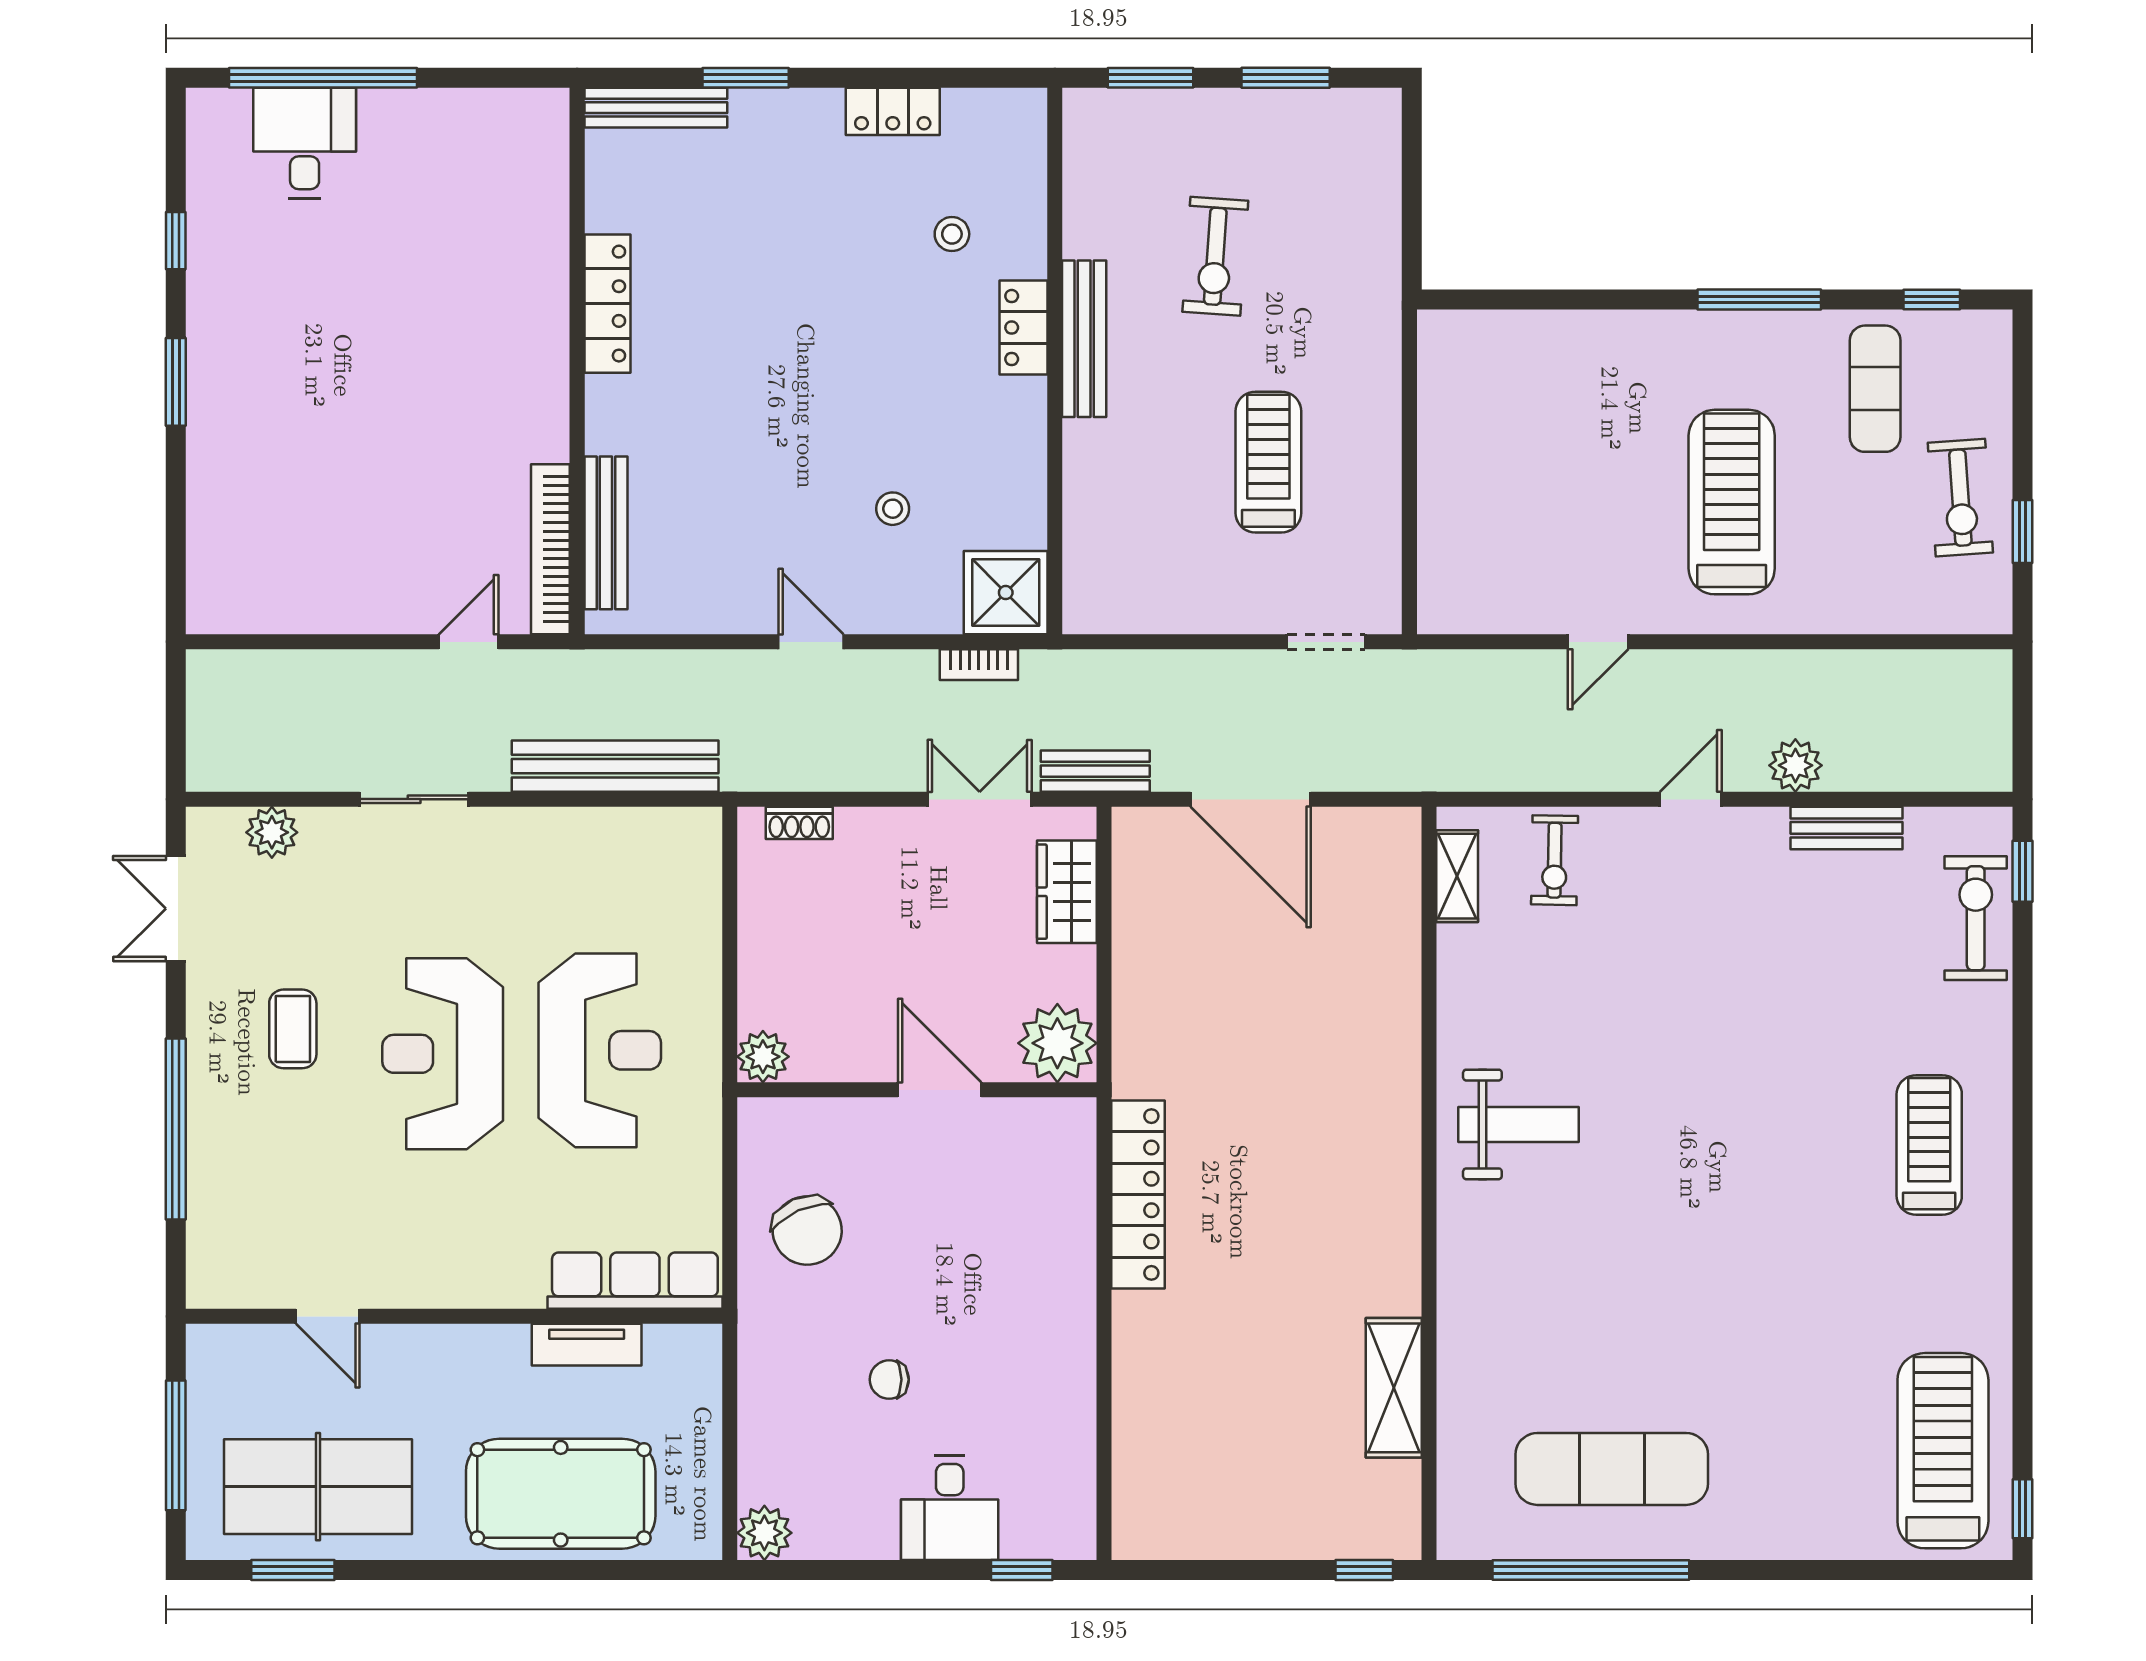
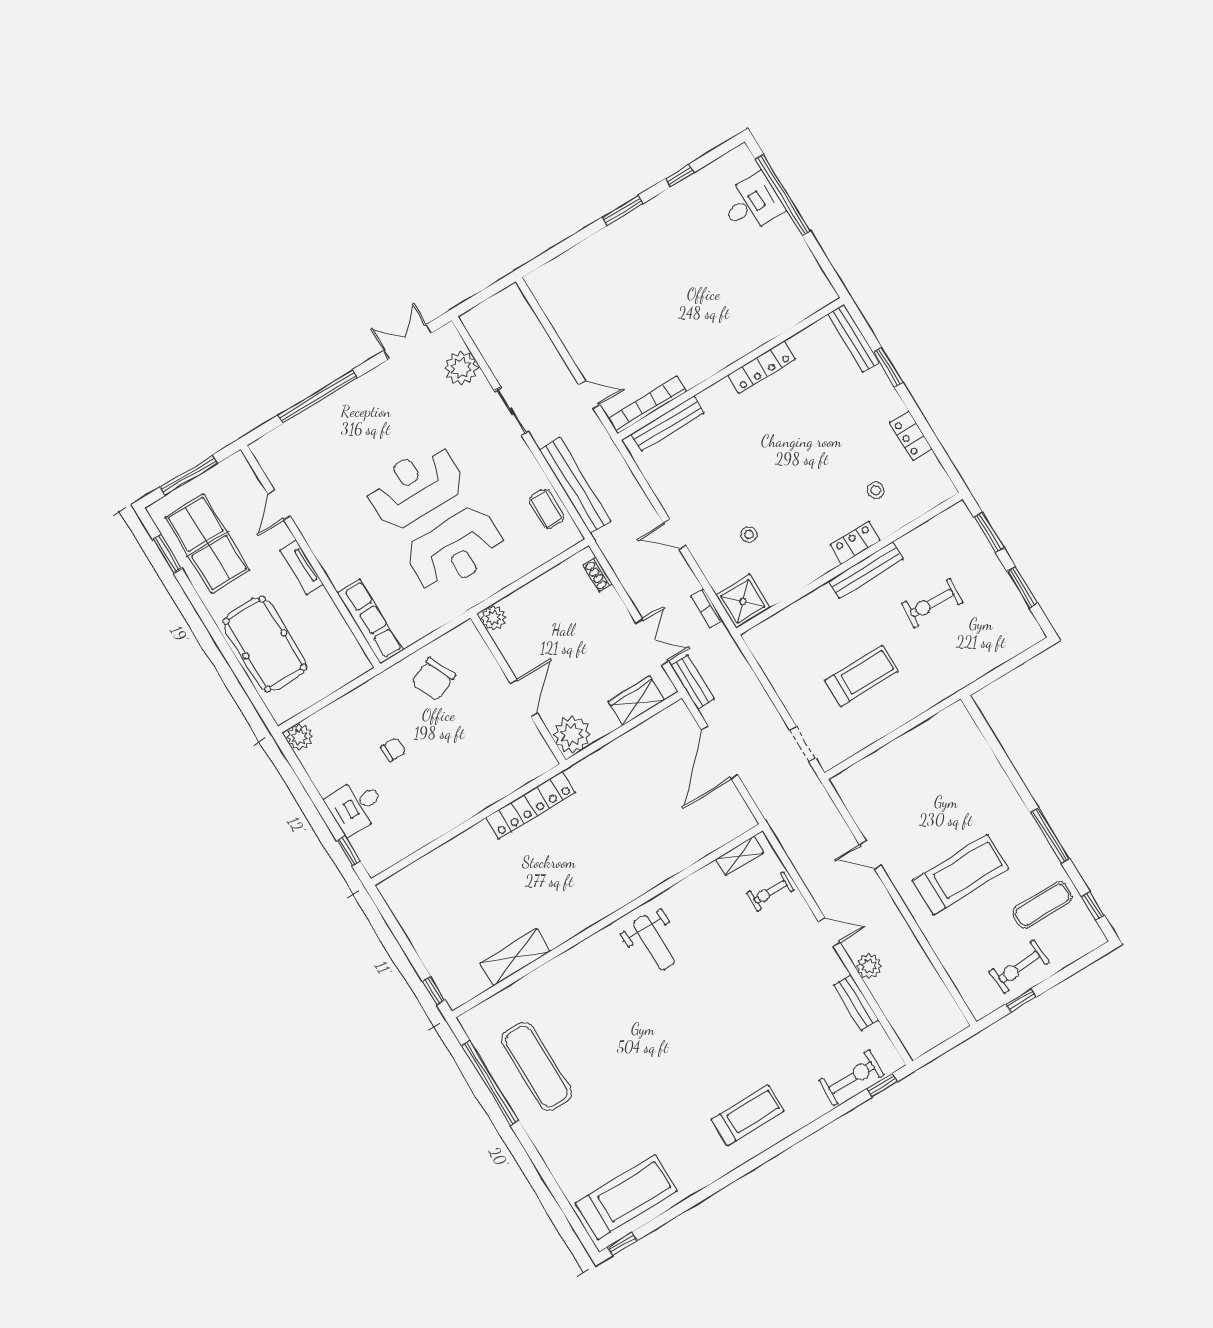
door: (811, 642) -> (674, 534), swing flipped
plant: (272, 832) -> (461, 368), width x1.36, depth x1.36
coffee table: (293, 1029) -> (546, 509), moved, turned 90
tv unit: (587, 1345) -> (302, 568), moved
chair: (889, 1380) -> (393, 750), turned 90

